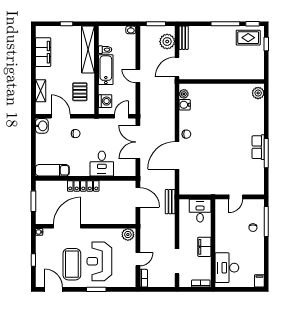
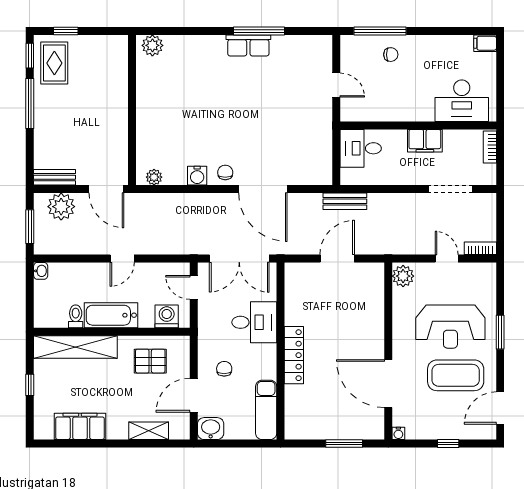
water cooler: (185, 105) -> (197, 176), moved
desk: (102, 164) -> (254, 322), moved
exam couch: (52, 170) -> (266, 410), moved
wall: (86, 178) -> (280, 351), moved
locker: (83, 186) -> (294, 355), moved

